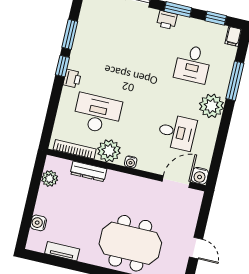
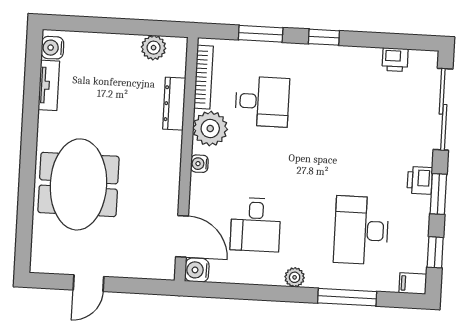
window: (70, 34) -> (261, 34), moved
desk: (193, 64) -> (361, 230), width x1.37
printer: (72, 79) -> (395, 60), moved
plant: (211, 106) -> (295, 277), width x0.53, depth x0.53
desk: (97, 114) -> (262, 102), width x0.73
water cooler: (38, 223) -> (52, 48), moved, turned -90

